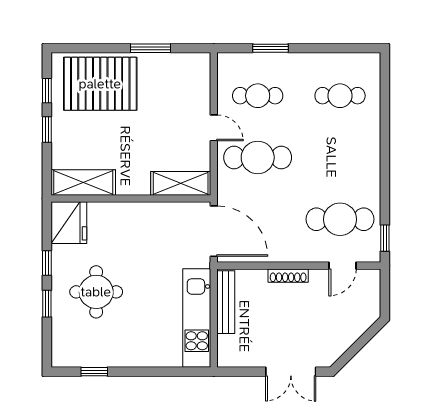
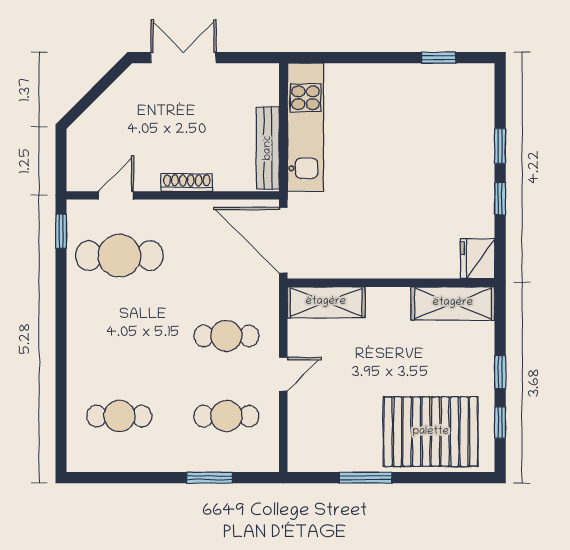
door: (214, 128) -> (283, 374), swing flipped
cafe table: (258, 157) -> (226, 336), width x0.73, depth x0.74
fridge: (69, 223) -> (477, 259), width x0.73, depth x0.75
round table: (96, 292) -> (436, 161), removed

